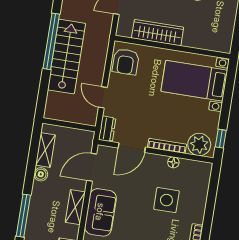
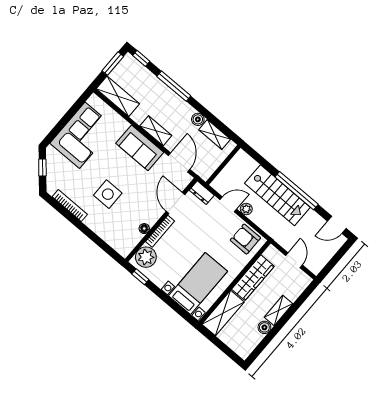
shelving: (208, 40) -> (223, 313), added
plant: (97, 78) -> (246, 209), added
side table: (166, 200) -> (108, 194), moved

